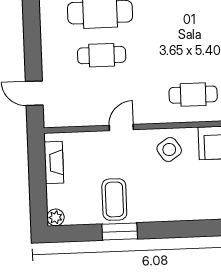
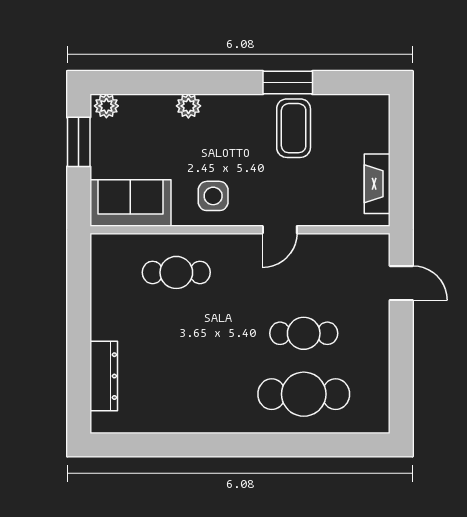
side table: (169, 149) -> (213, 196), turned 34
plant: (56, 217) -> (188, 106), moved

